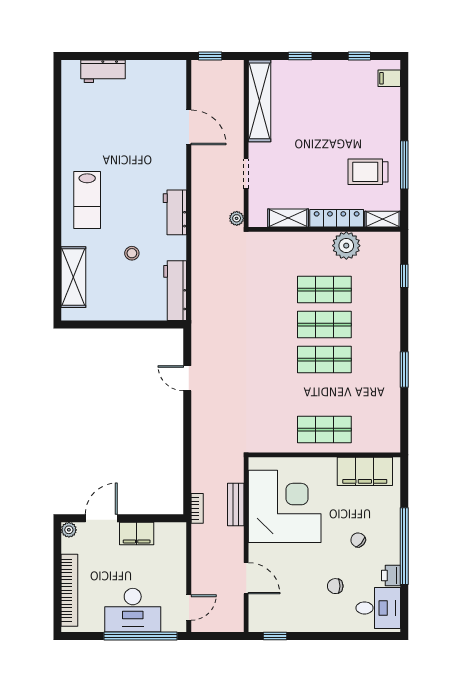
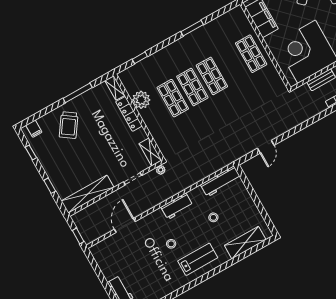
trolley: (368, 172) -> (69, 125), moved, turned 35
stool: (128, 176) -> (171, 244), added
shelving: (288, 218) -> (150, 152), moved

